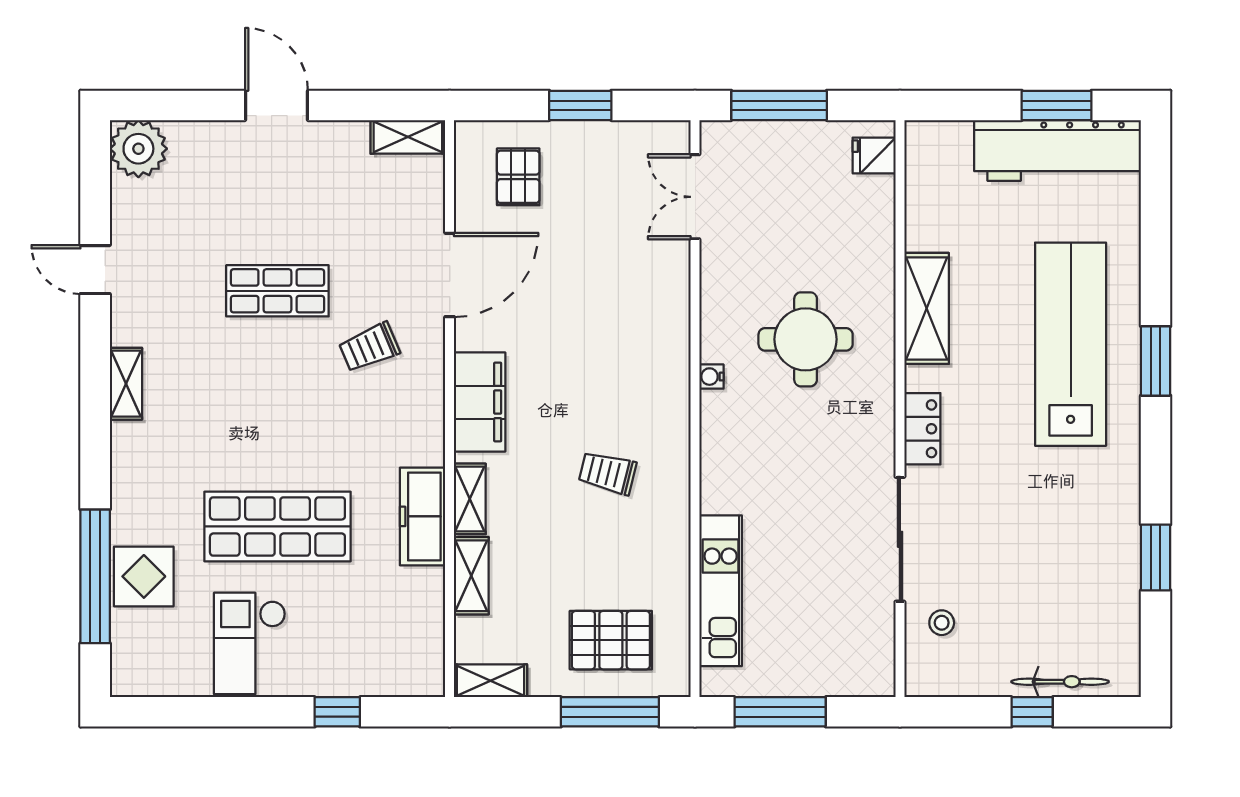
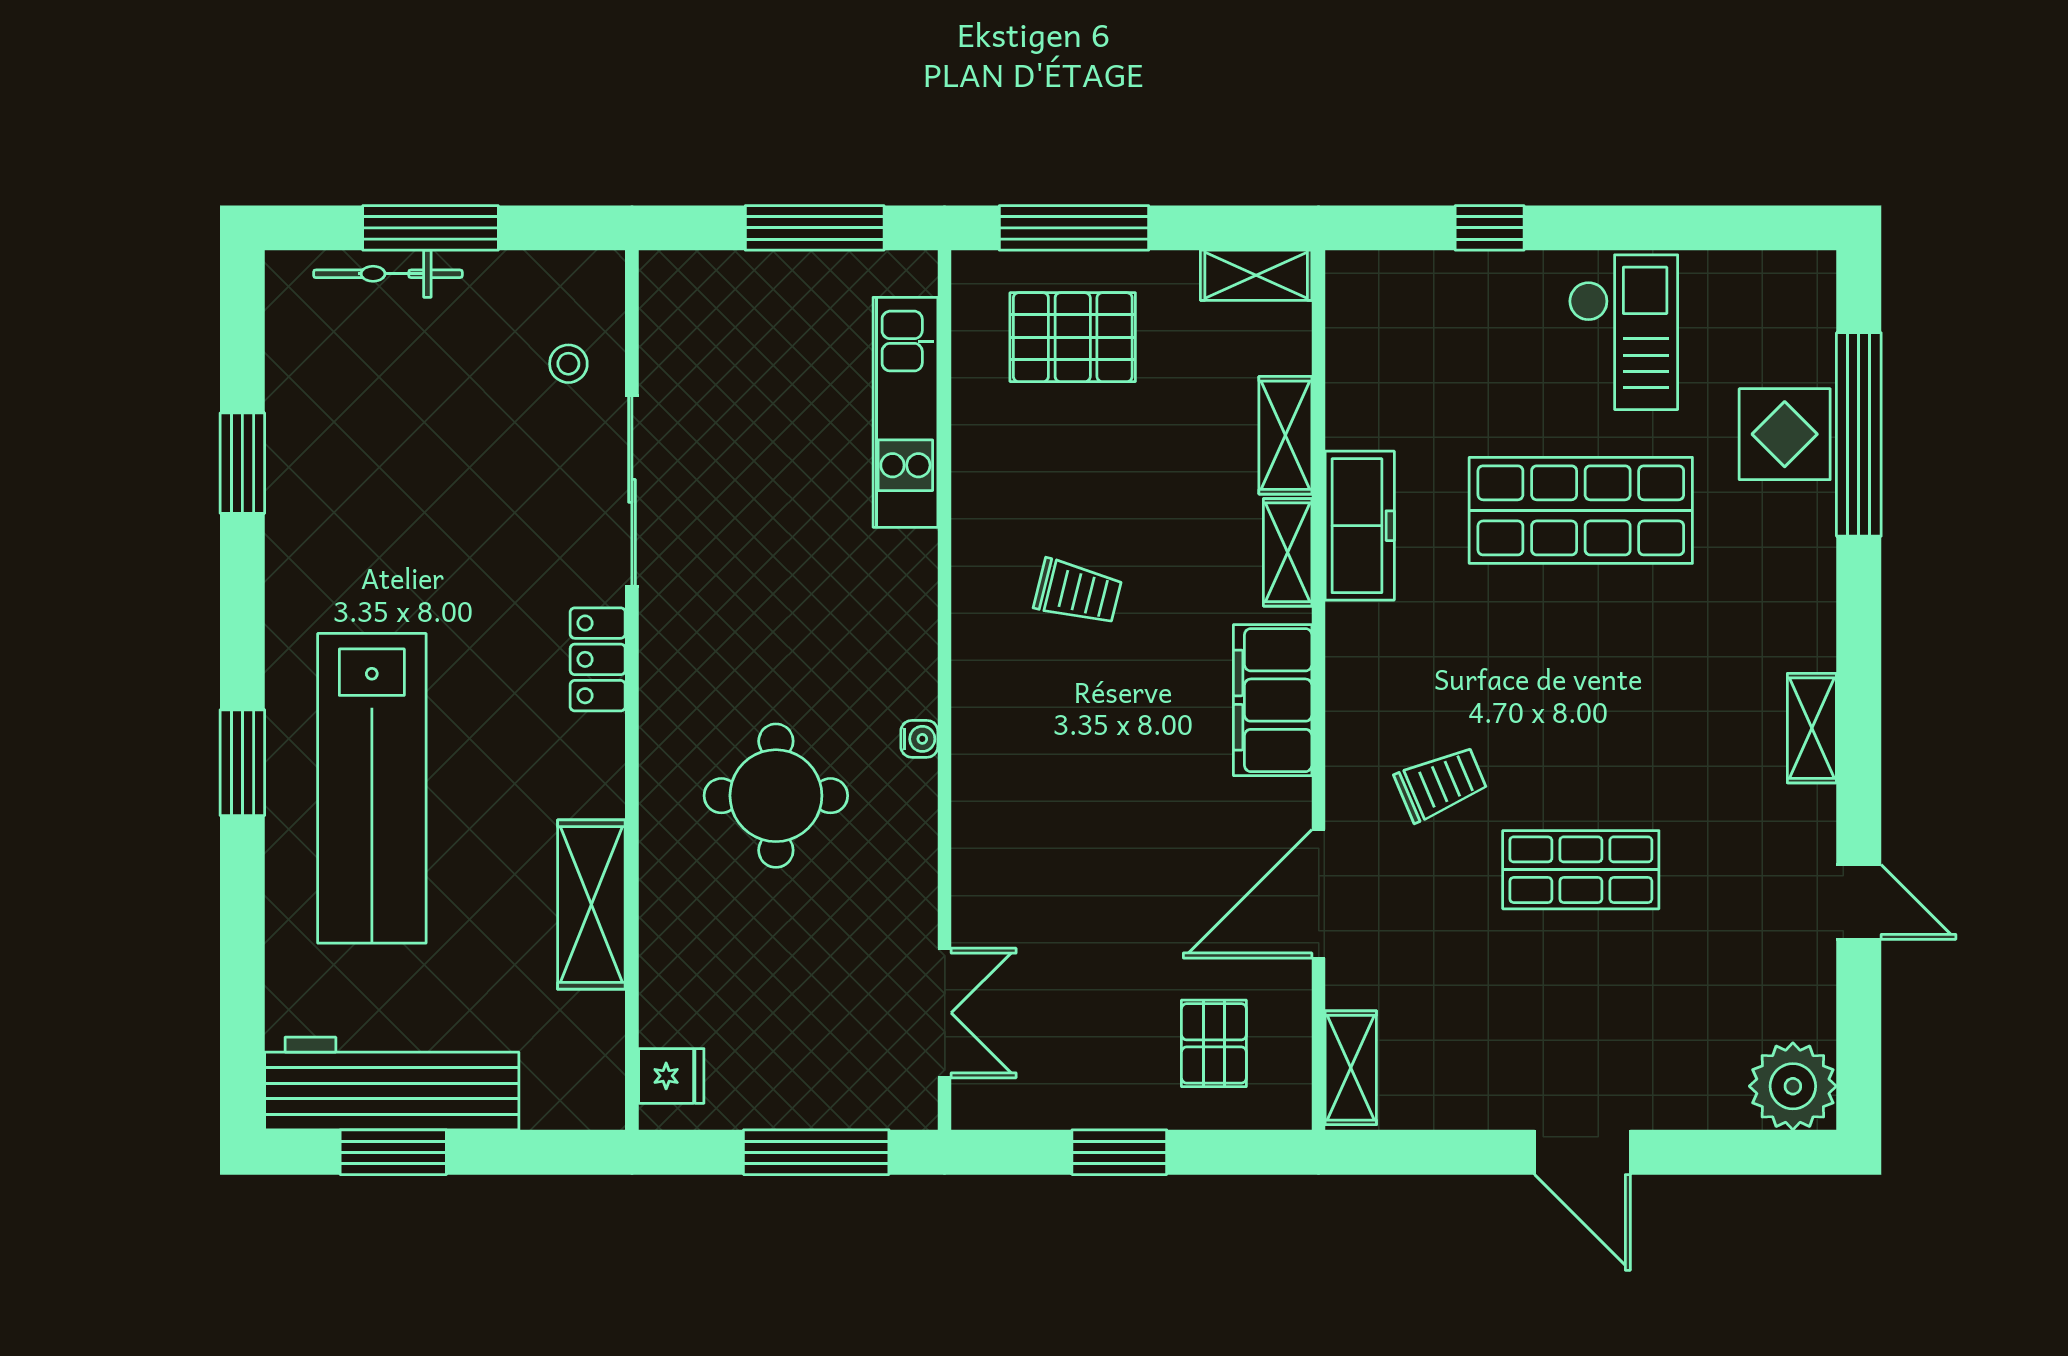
shelving: (408, 137) -> (1351, 1068), moved, turned 90
shelving: (927, 308) -> (591, 905), moved
window: (1032, 712) -> (431, 228), width x2.17

